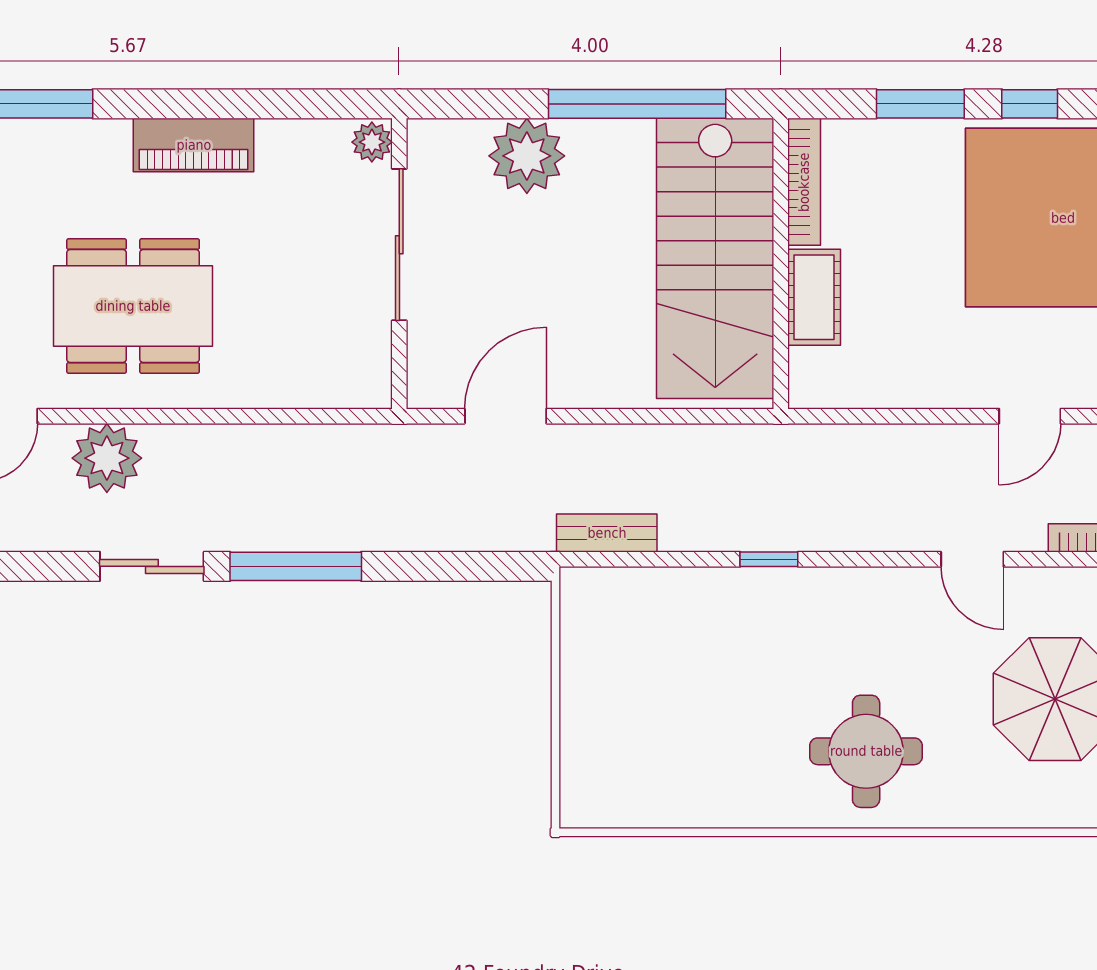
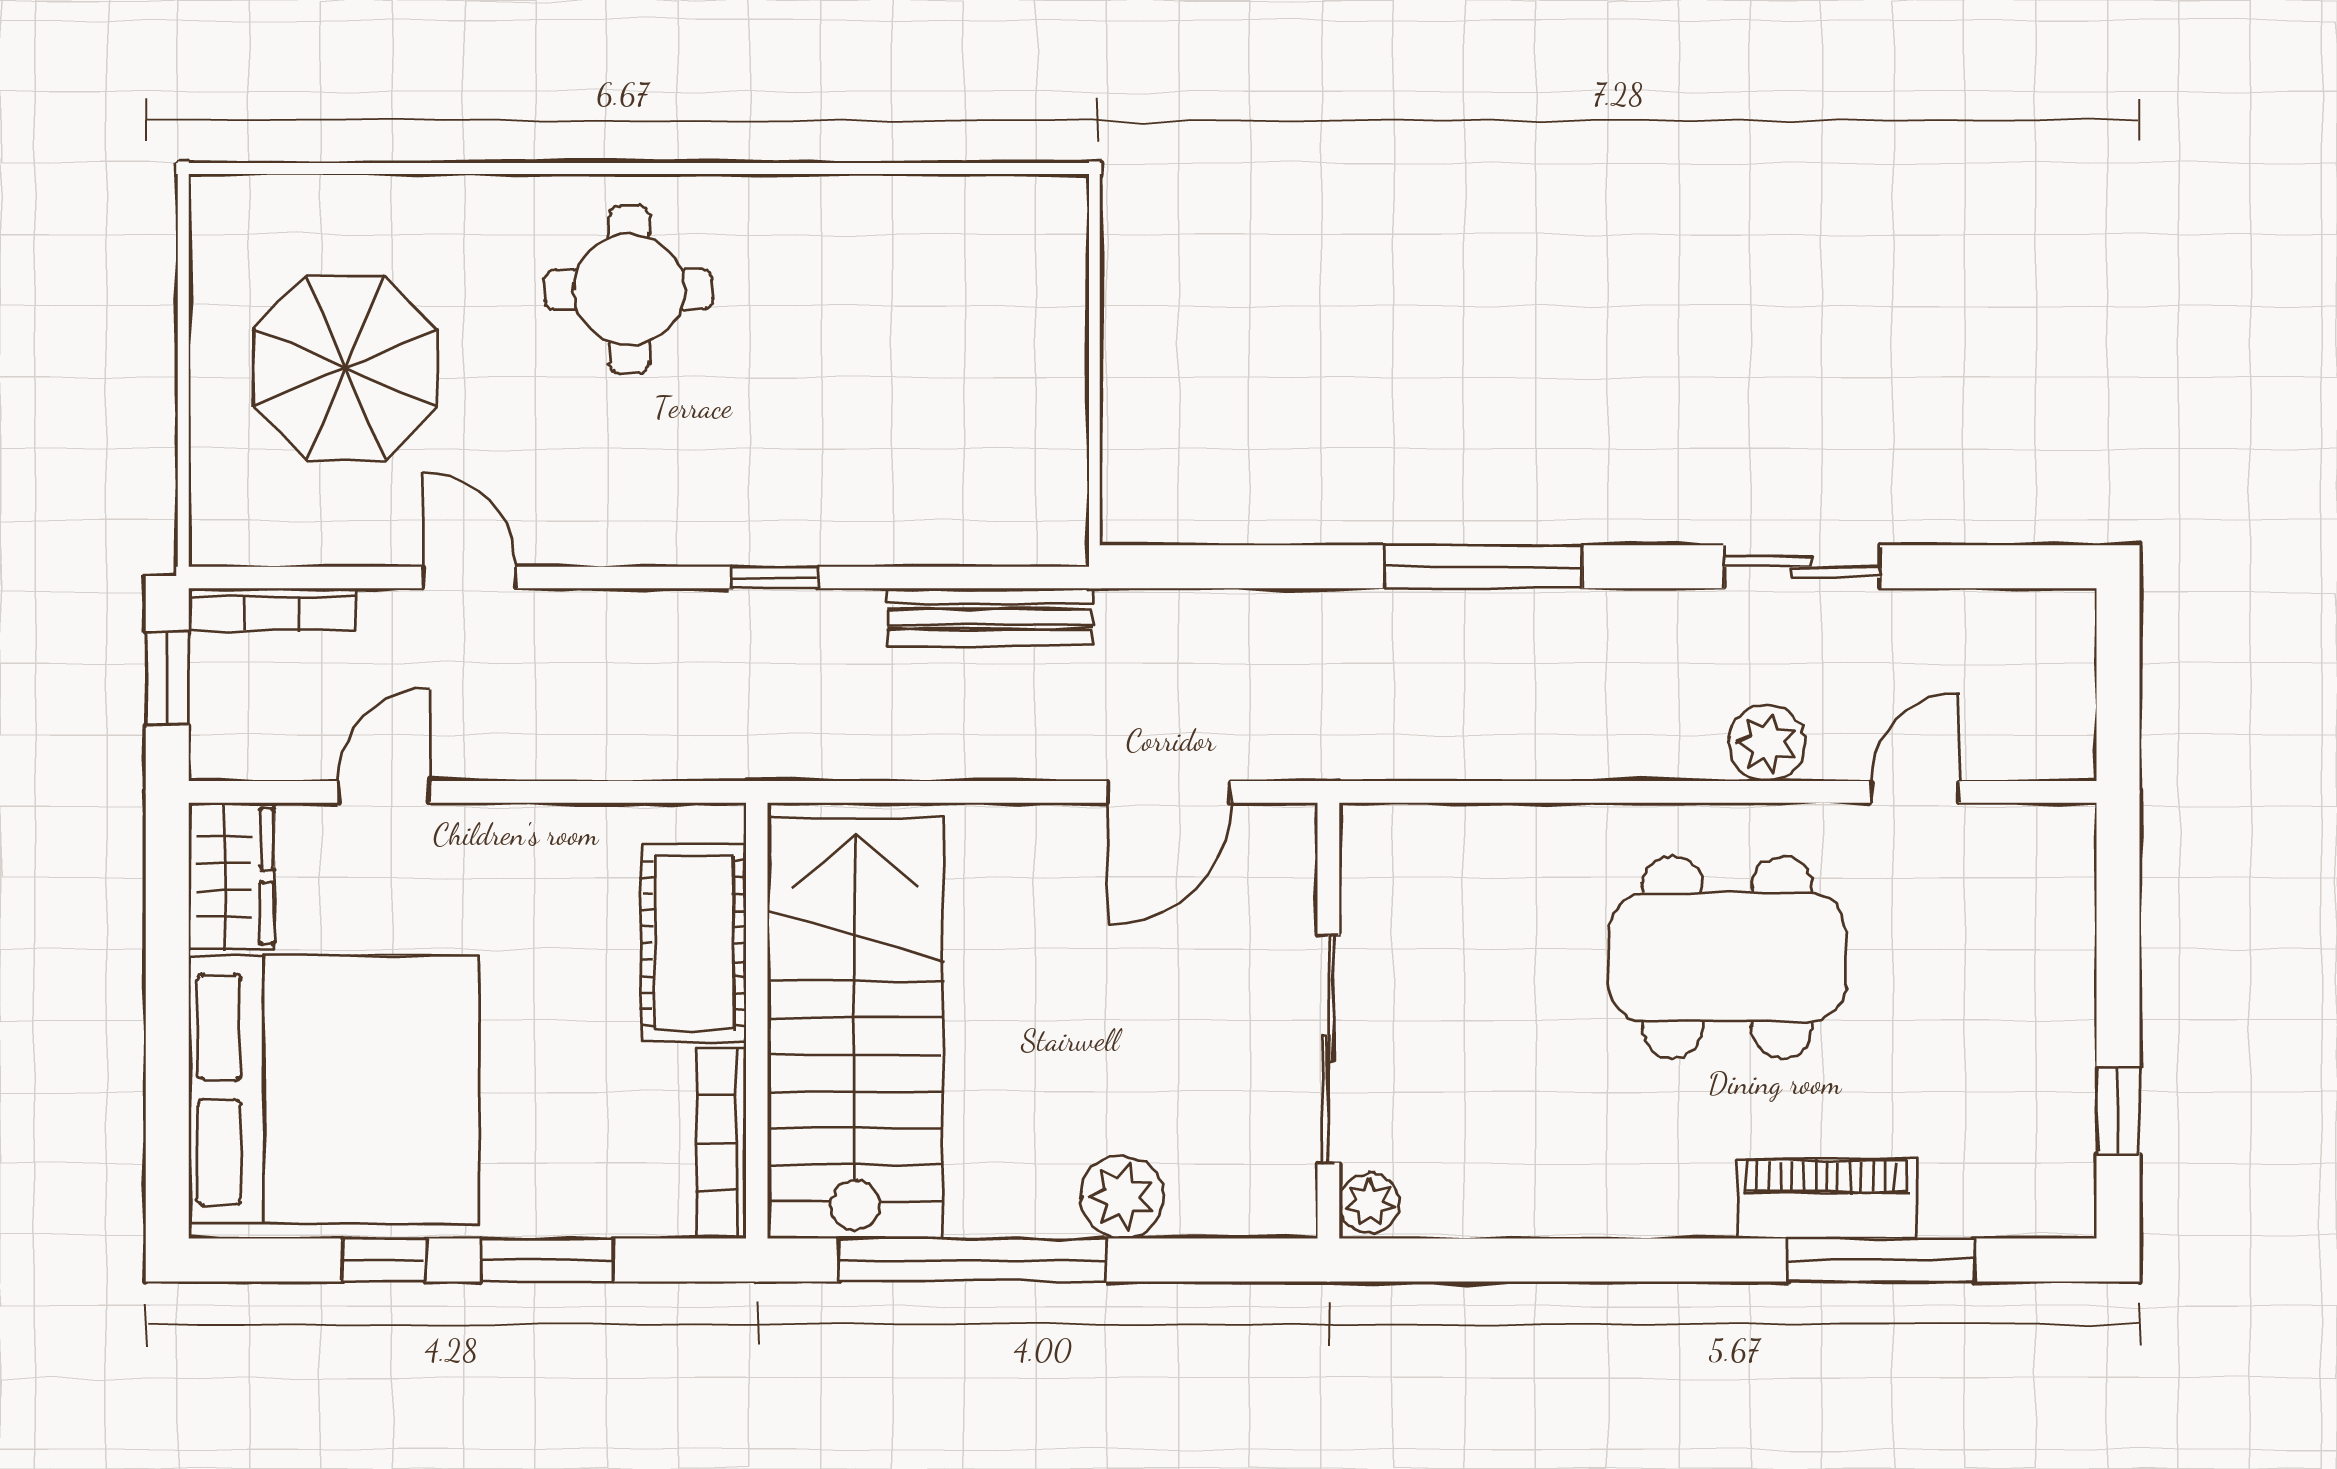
piano: (194, 145) -> (1827, 1198), moved
plant: (527, 156) -> (1122, 1197), width x0.73, depth x0.73
cot: (814, 297) -> (693, 943), width x1.37, depth x1.34
plant: (107, 458) -> (1767, 743), width x0.73, depth x0.73
bench: (607, 533) -> (990, 617), width x1.36
sliding door: (152, 566) -> (1802, 567), moved

